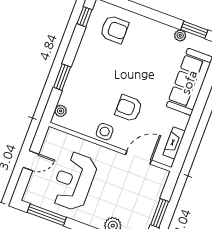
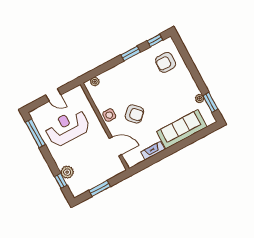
armchair: (114, 29) -> (166, 62), turned 90
window: (62, 77) -> (131, 53), moved
armchair: (129, 108) -> (134, 114), turned 136
fireplace: (174, 143) -> (153, 151), moved

